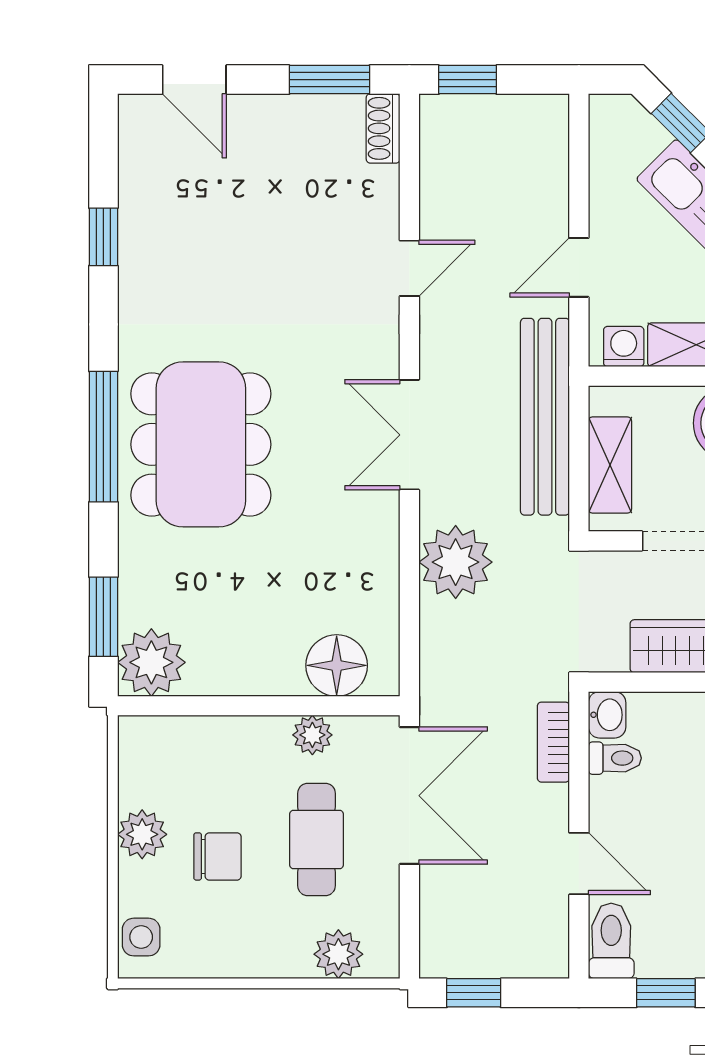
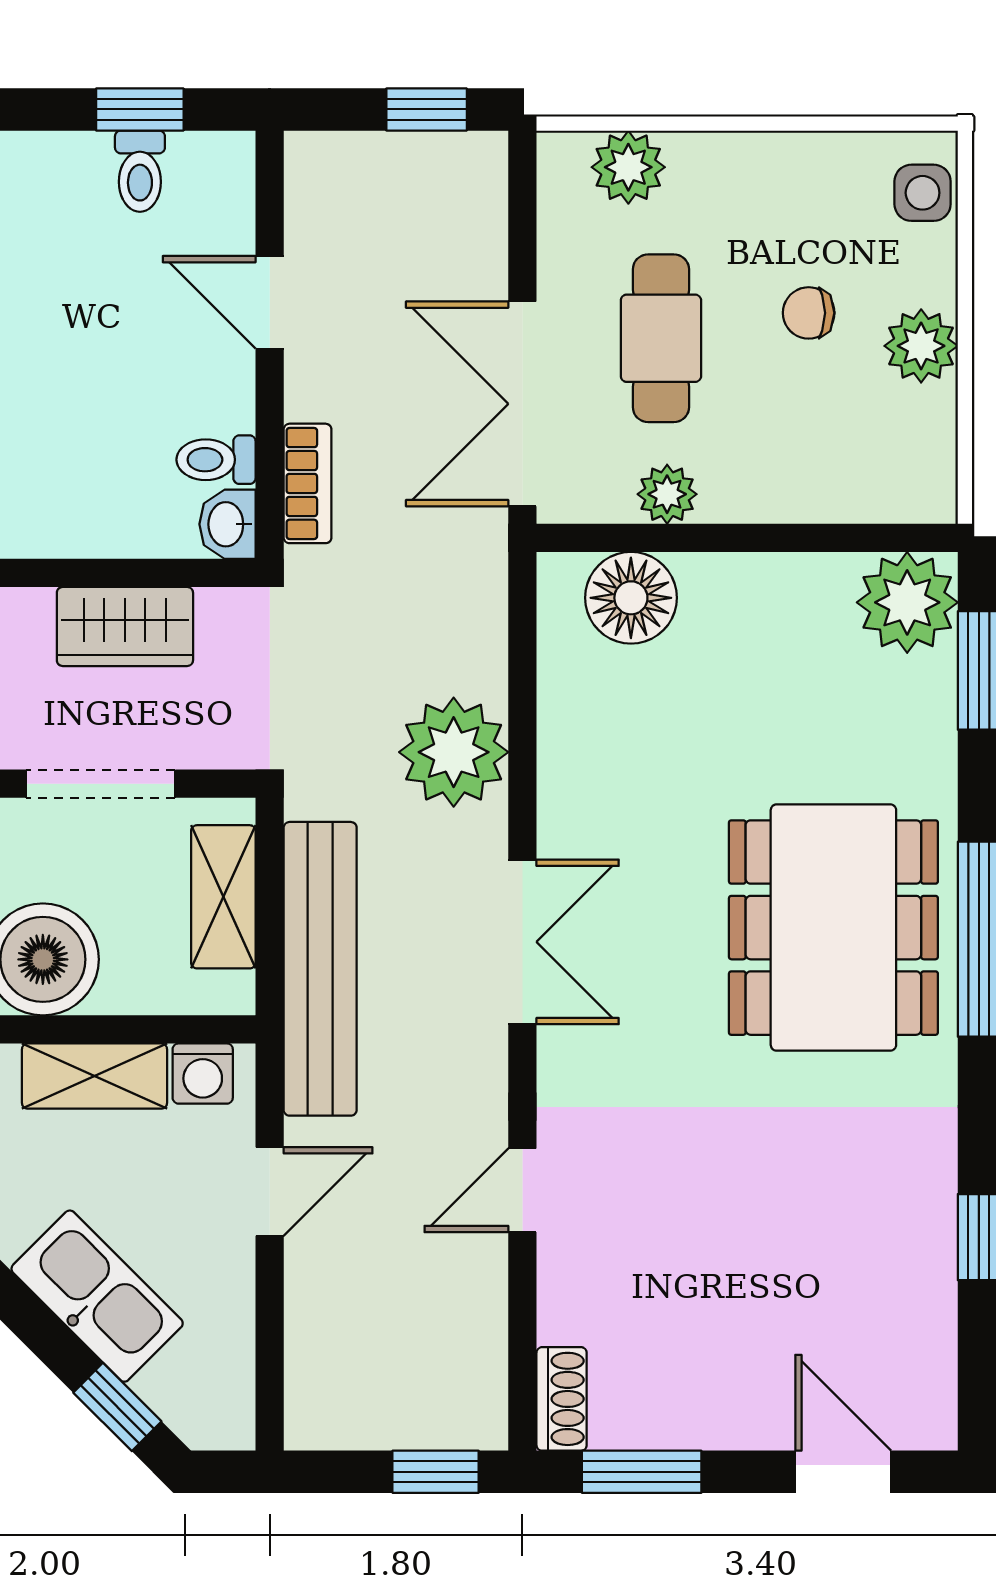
chair: (217, 856) -> (809, 313), width x0.73, depth x0.73
toilet: (611, 941) -> (140, 171), moved, width x0.73, depth x0.72

